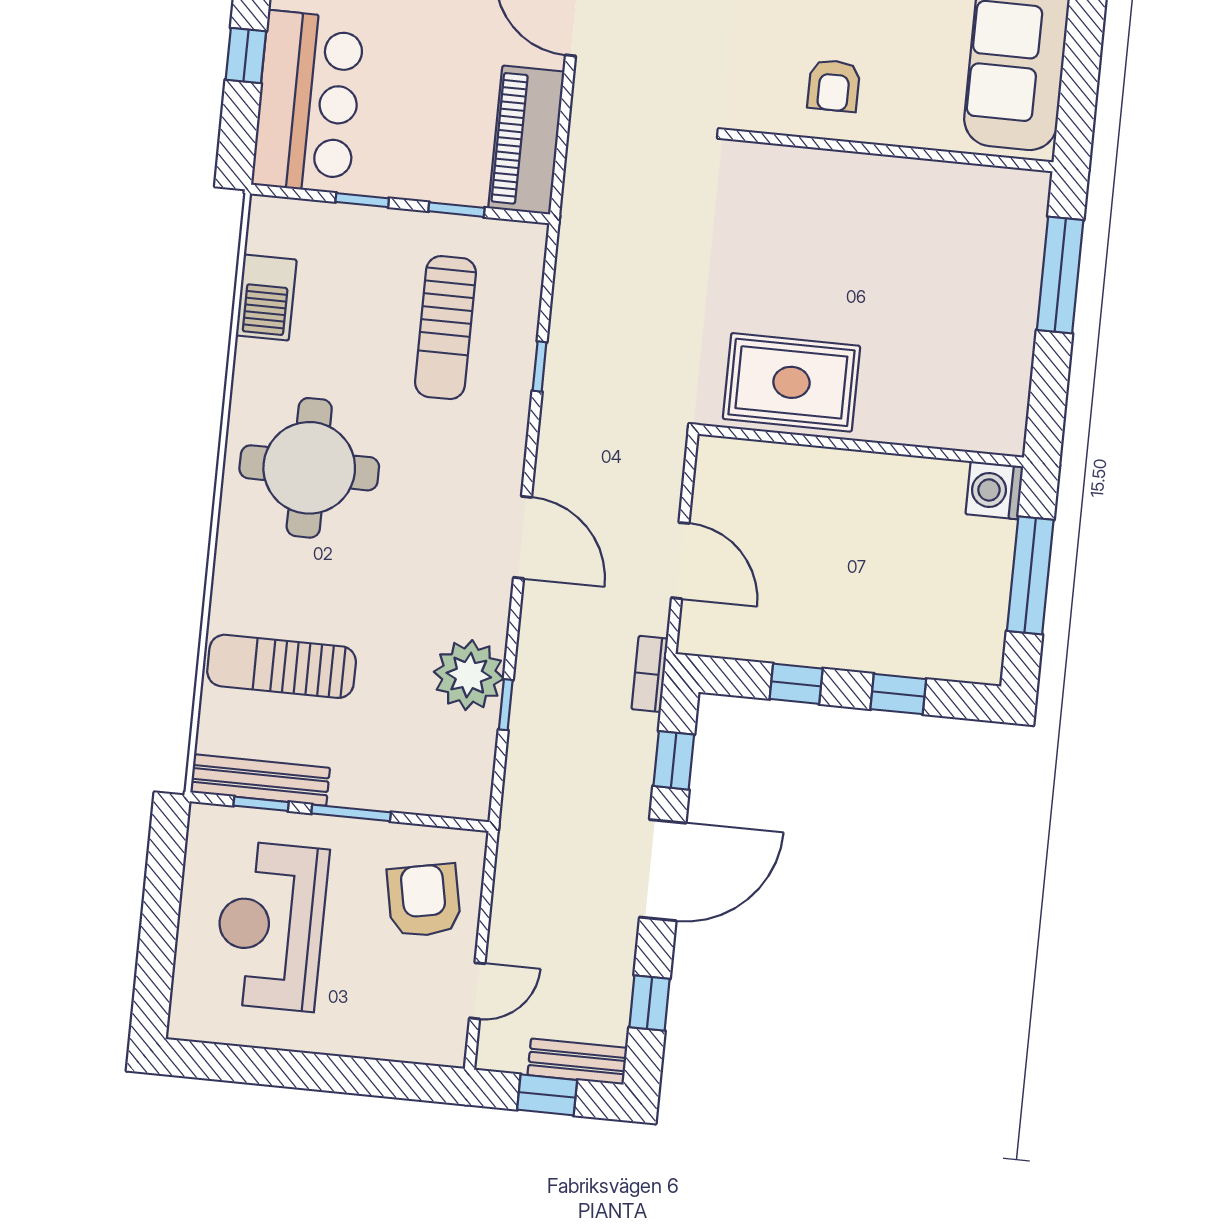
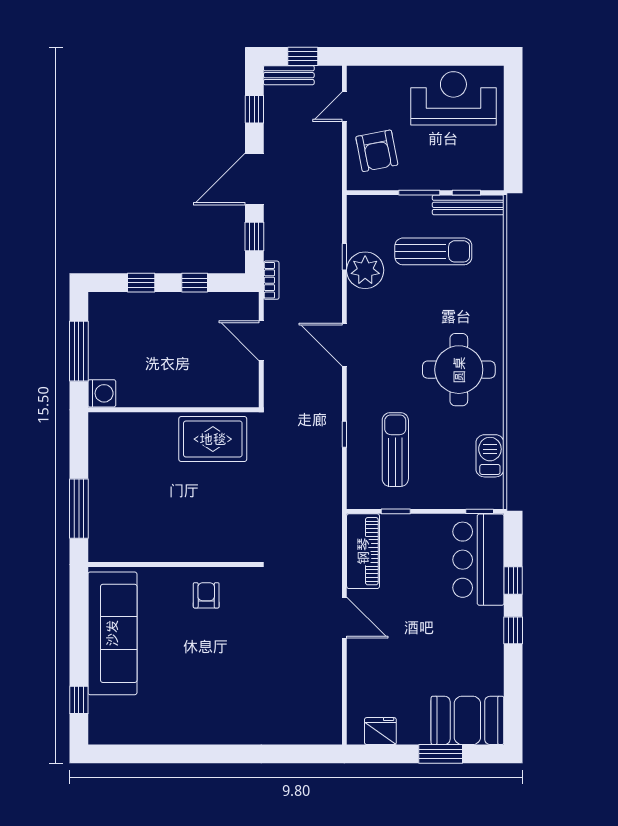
window: (362, 200) -> (480, 511), moved
sun lounger: (282, 666) -> (433, 251), moved
reception desk: (271, 926) -> (453, 98), moved, turned -90

